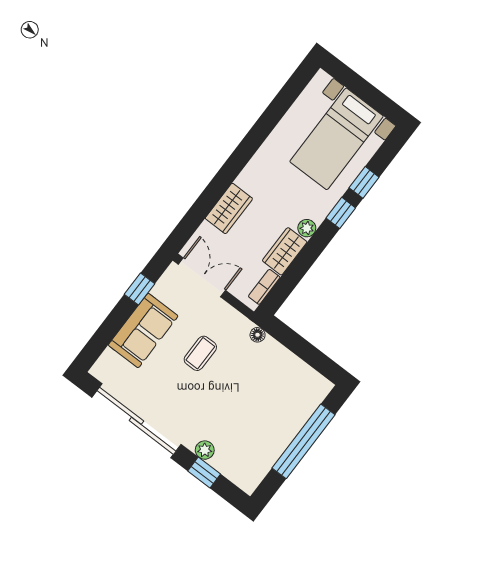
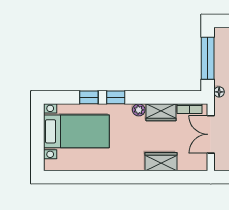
double door: (202, 277) -> (211, 134), moved
window: (306, 351) -> (208, 58), added

